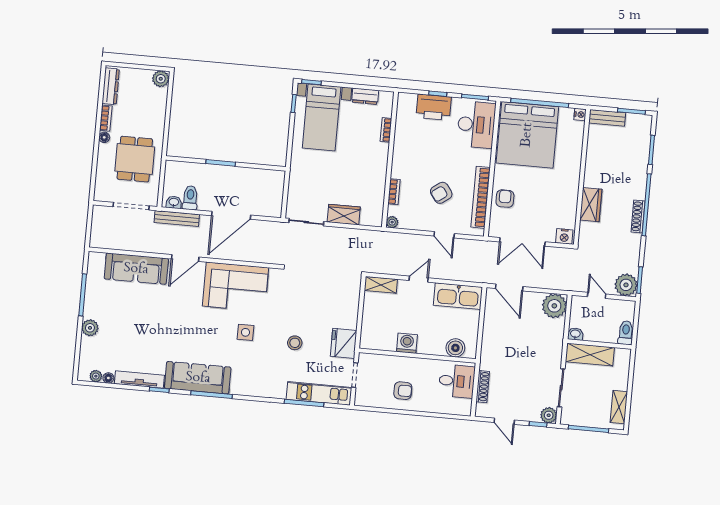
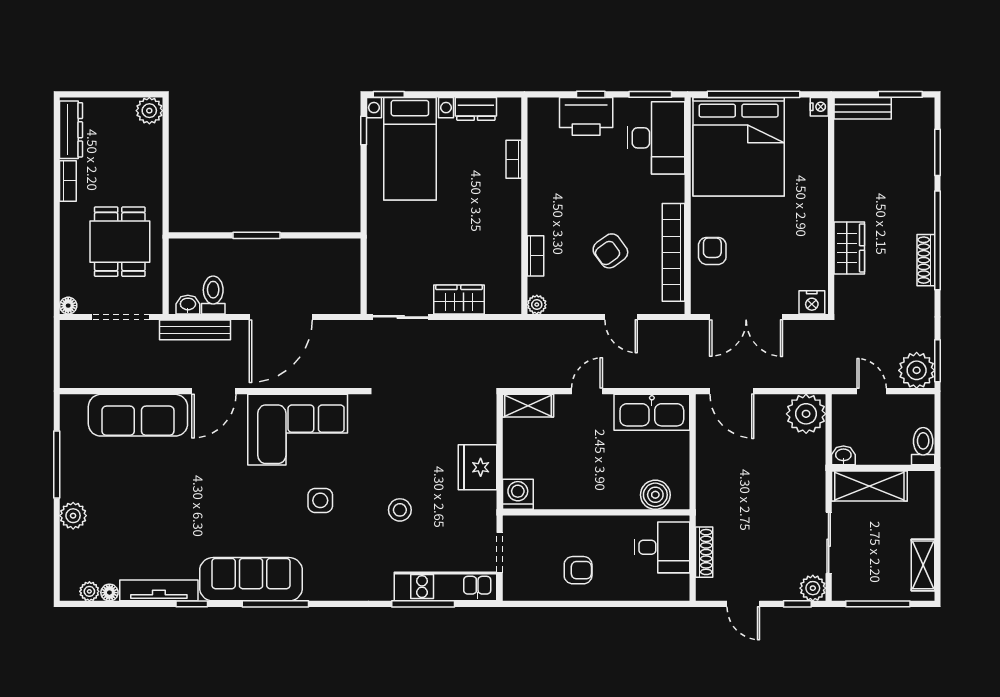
floor lamp: (104, 137) -> (68, 306), moved
fridge: (344, 343) -> (477, 467), moved
washing machine: (407, 343) -> (518, 494), moved

